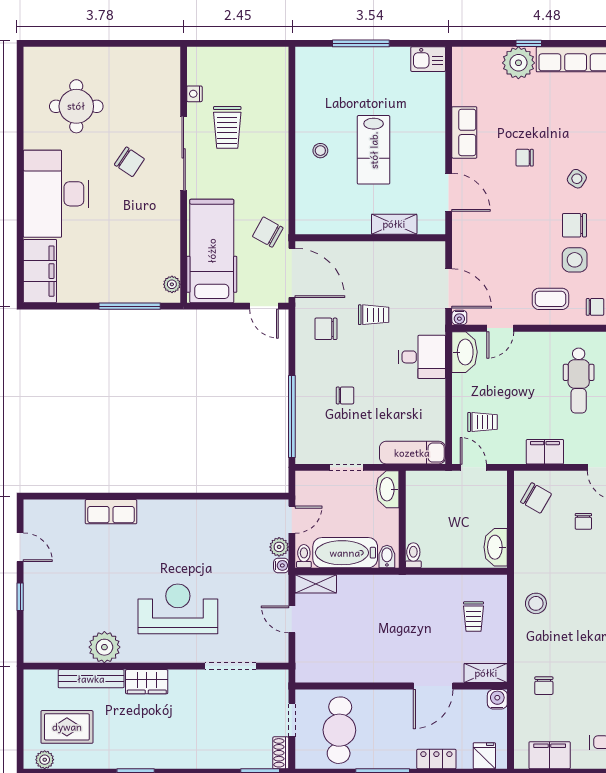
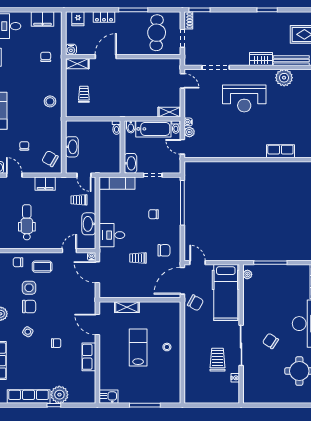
door: (292, 273) -> (182, 281), hinge flipped
washbasin: (464, 352) -> (89, 224), moved
door: (292, 520) -> (182, 147), hinge flipped
washbasin: (496, 547) -> (72, 147), moved
door: (292, 619) -> (182, 81), moved

